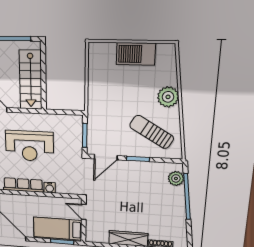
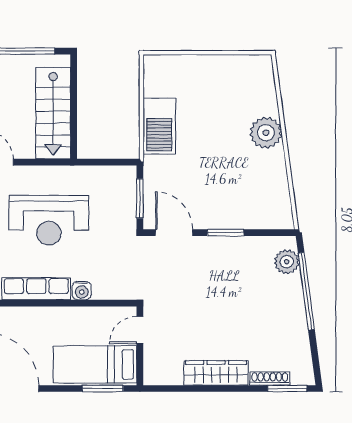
barbecue: (136, 54) -> (159, 126), moved, turned -90
sun lounger: (152, 132) -> (245, 188), removed
door: (106, 157) -> (174, 233), swing flipped
door: (84, 212) -> (140, 330), hinge flipped

